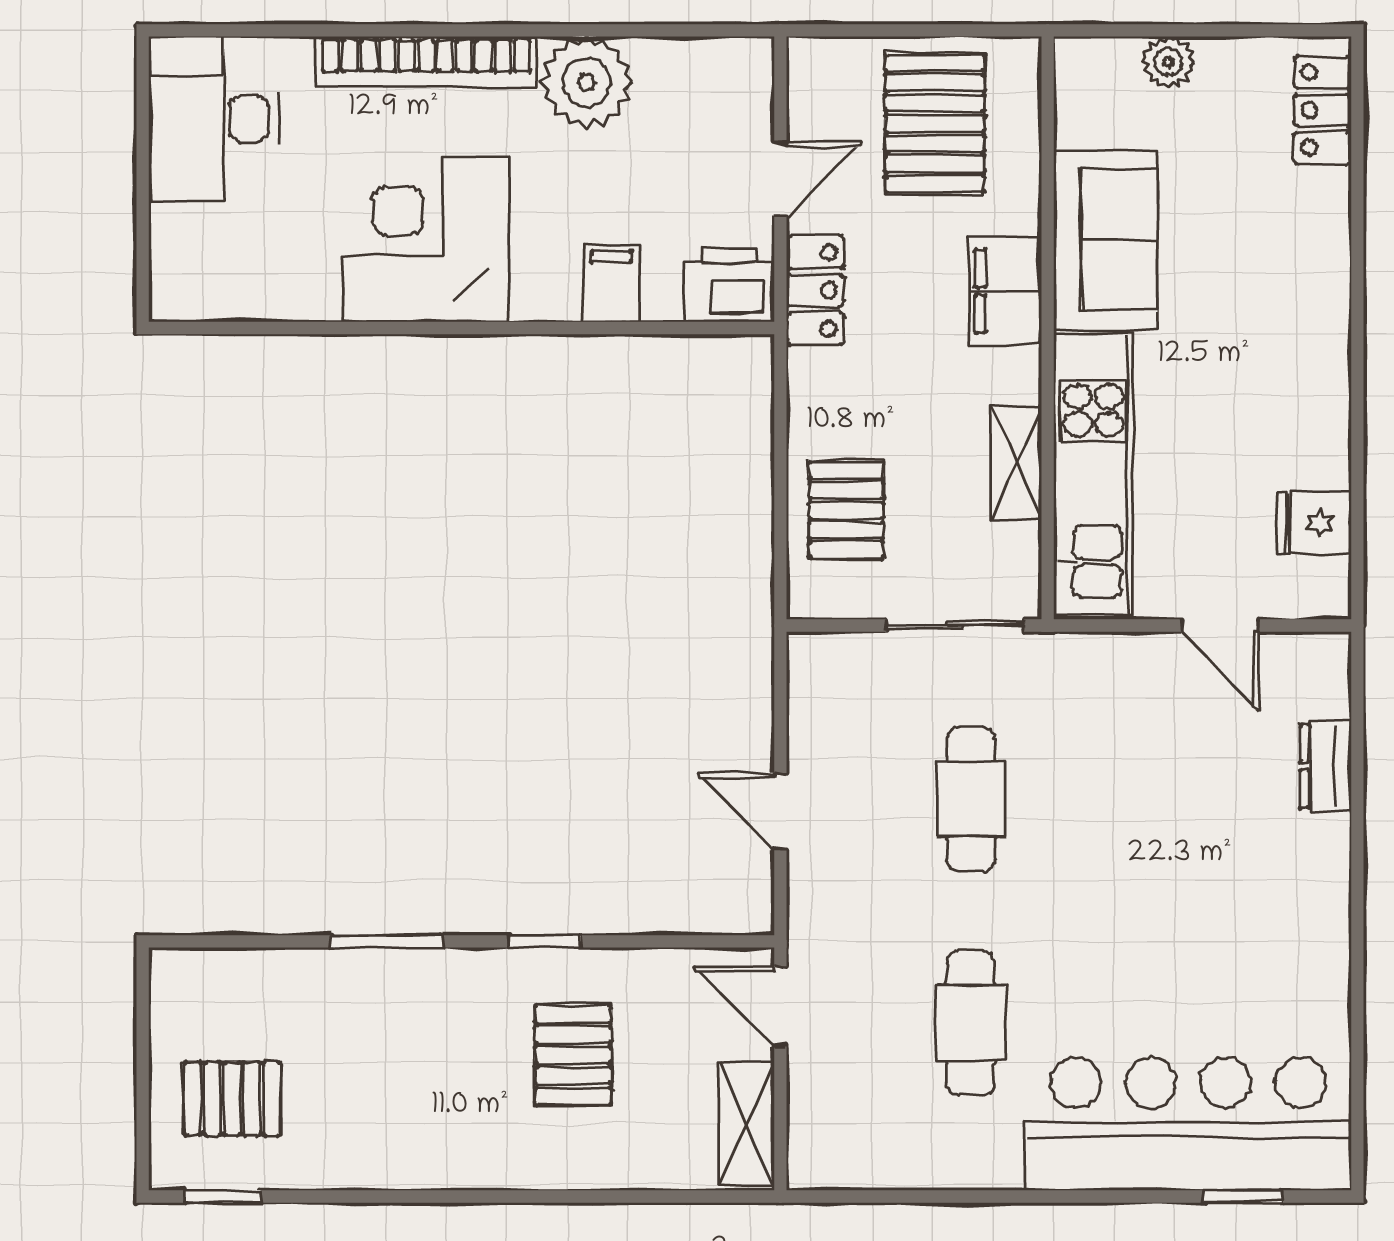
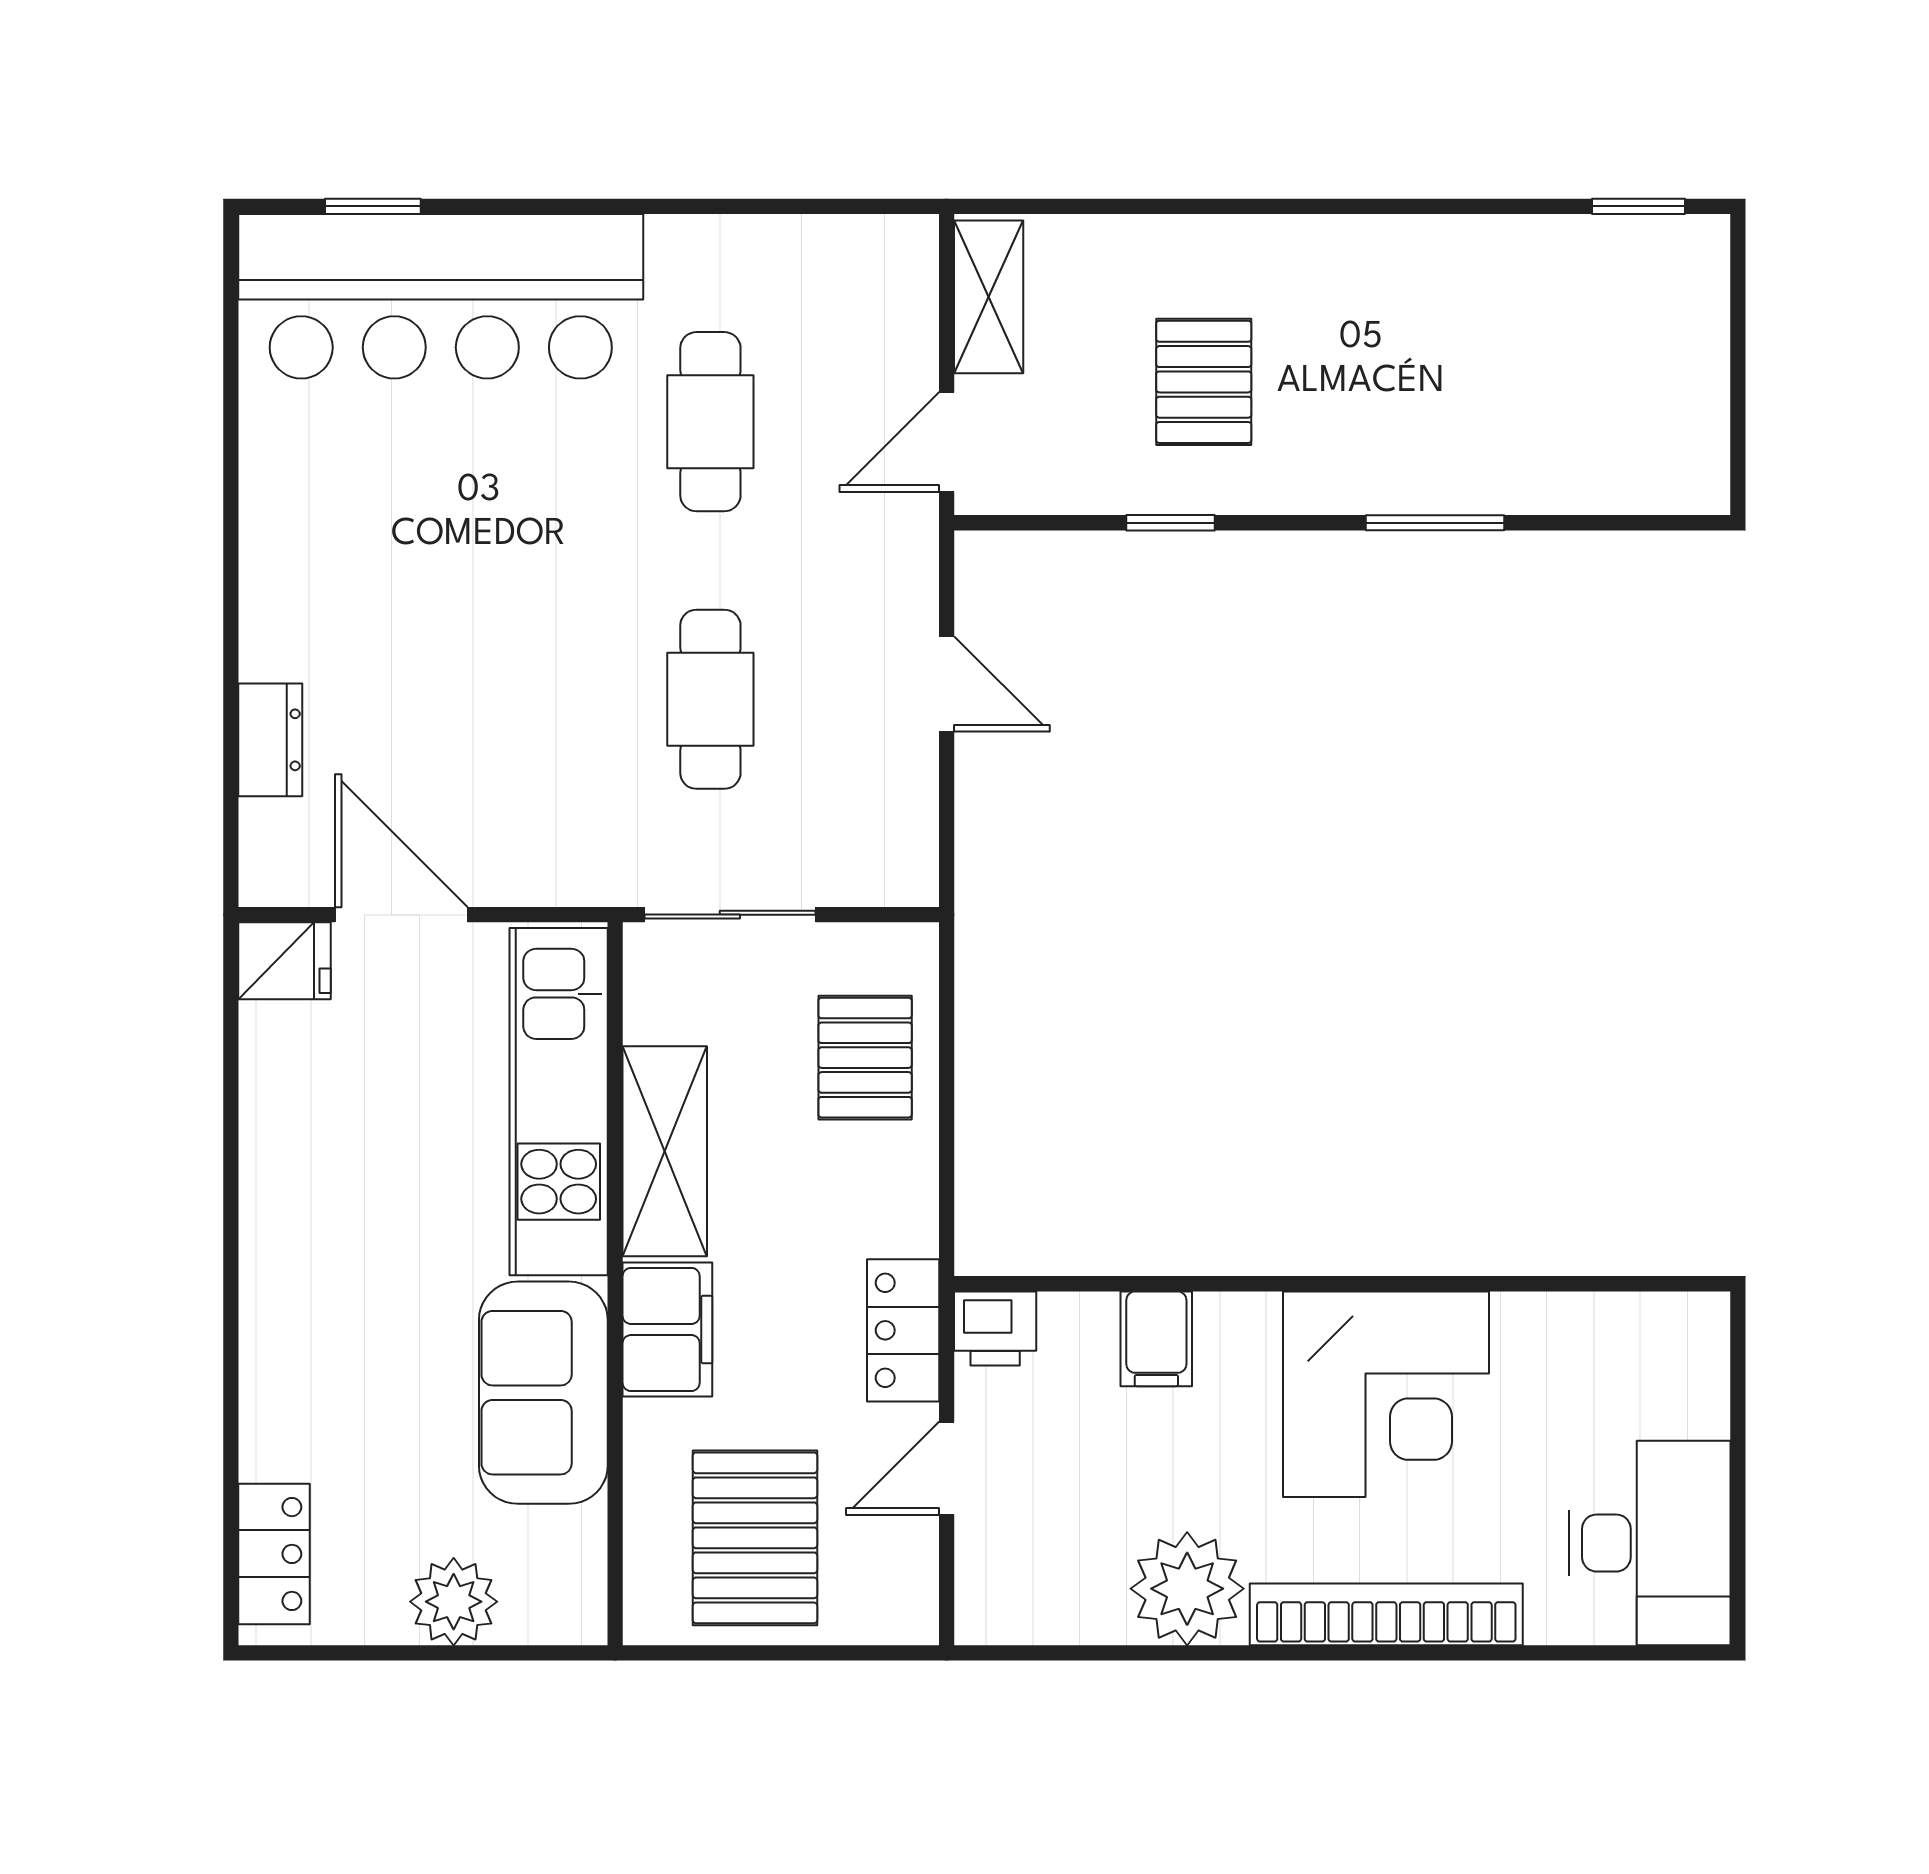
plant: (1168, 62) -> (454, 1602), width x1.38, depth x1.38
printer: (729, 285) -> (995, 1328), width x0.73, depth x0.81
shelving: (1016, 463) -> (665, 1151), width x1.50, depth x1.33
fridge: (1314, 523) -> (285, 961), moved
door: (1220, 626) -> (401, 915), width x1.38
window: (545, 941) -> (1170, 523), moved
door: (780, 1006) -> (947, 442), swing flipped
pallet: (232, 1099) -> (1627, 328), removed

